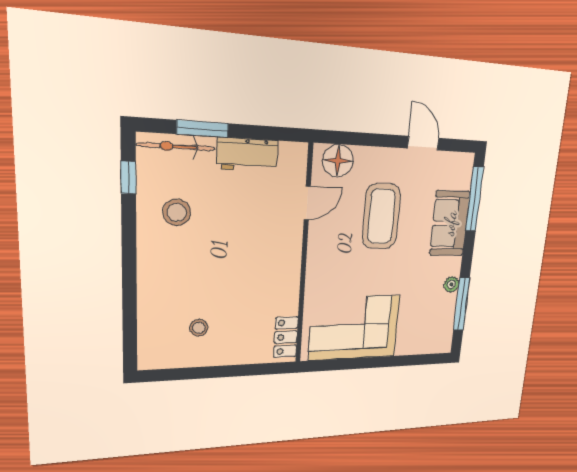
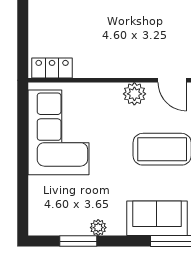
plant: (320, 246) -> (134, 94), added
window: (461, 304) -> (78, 241), width x0.69

